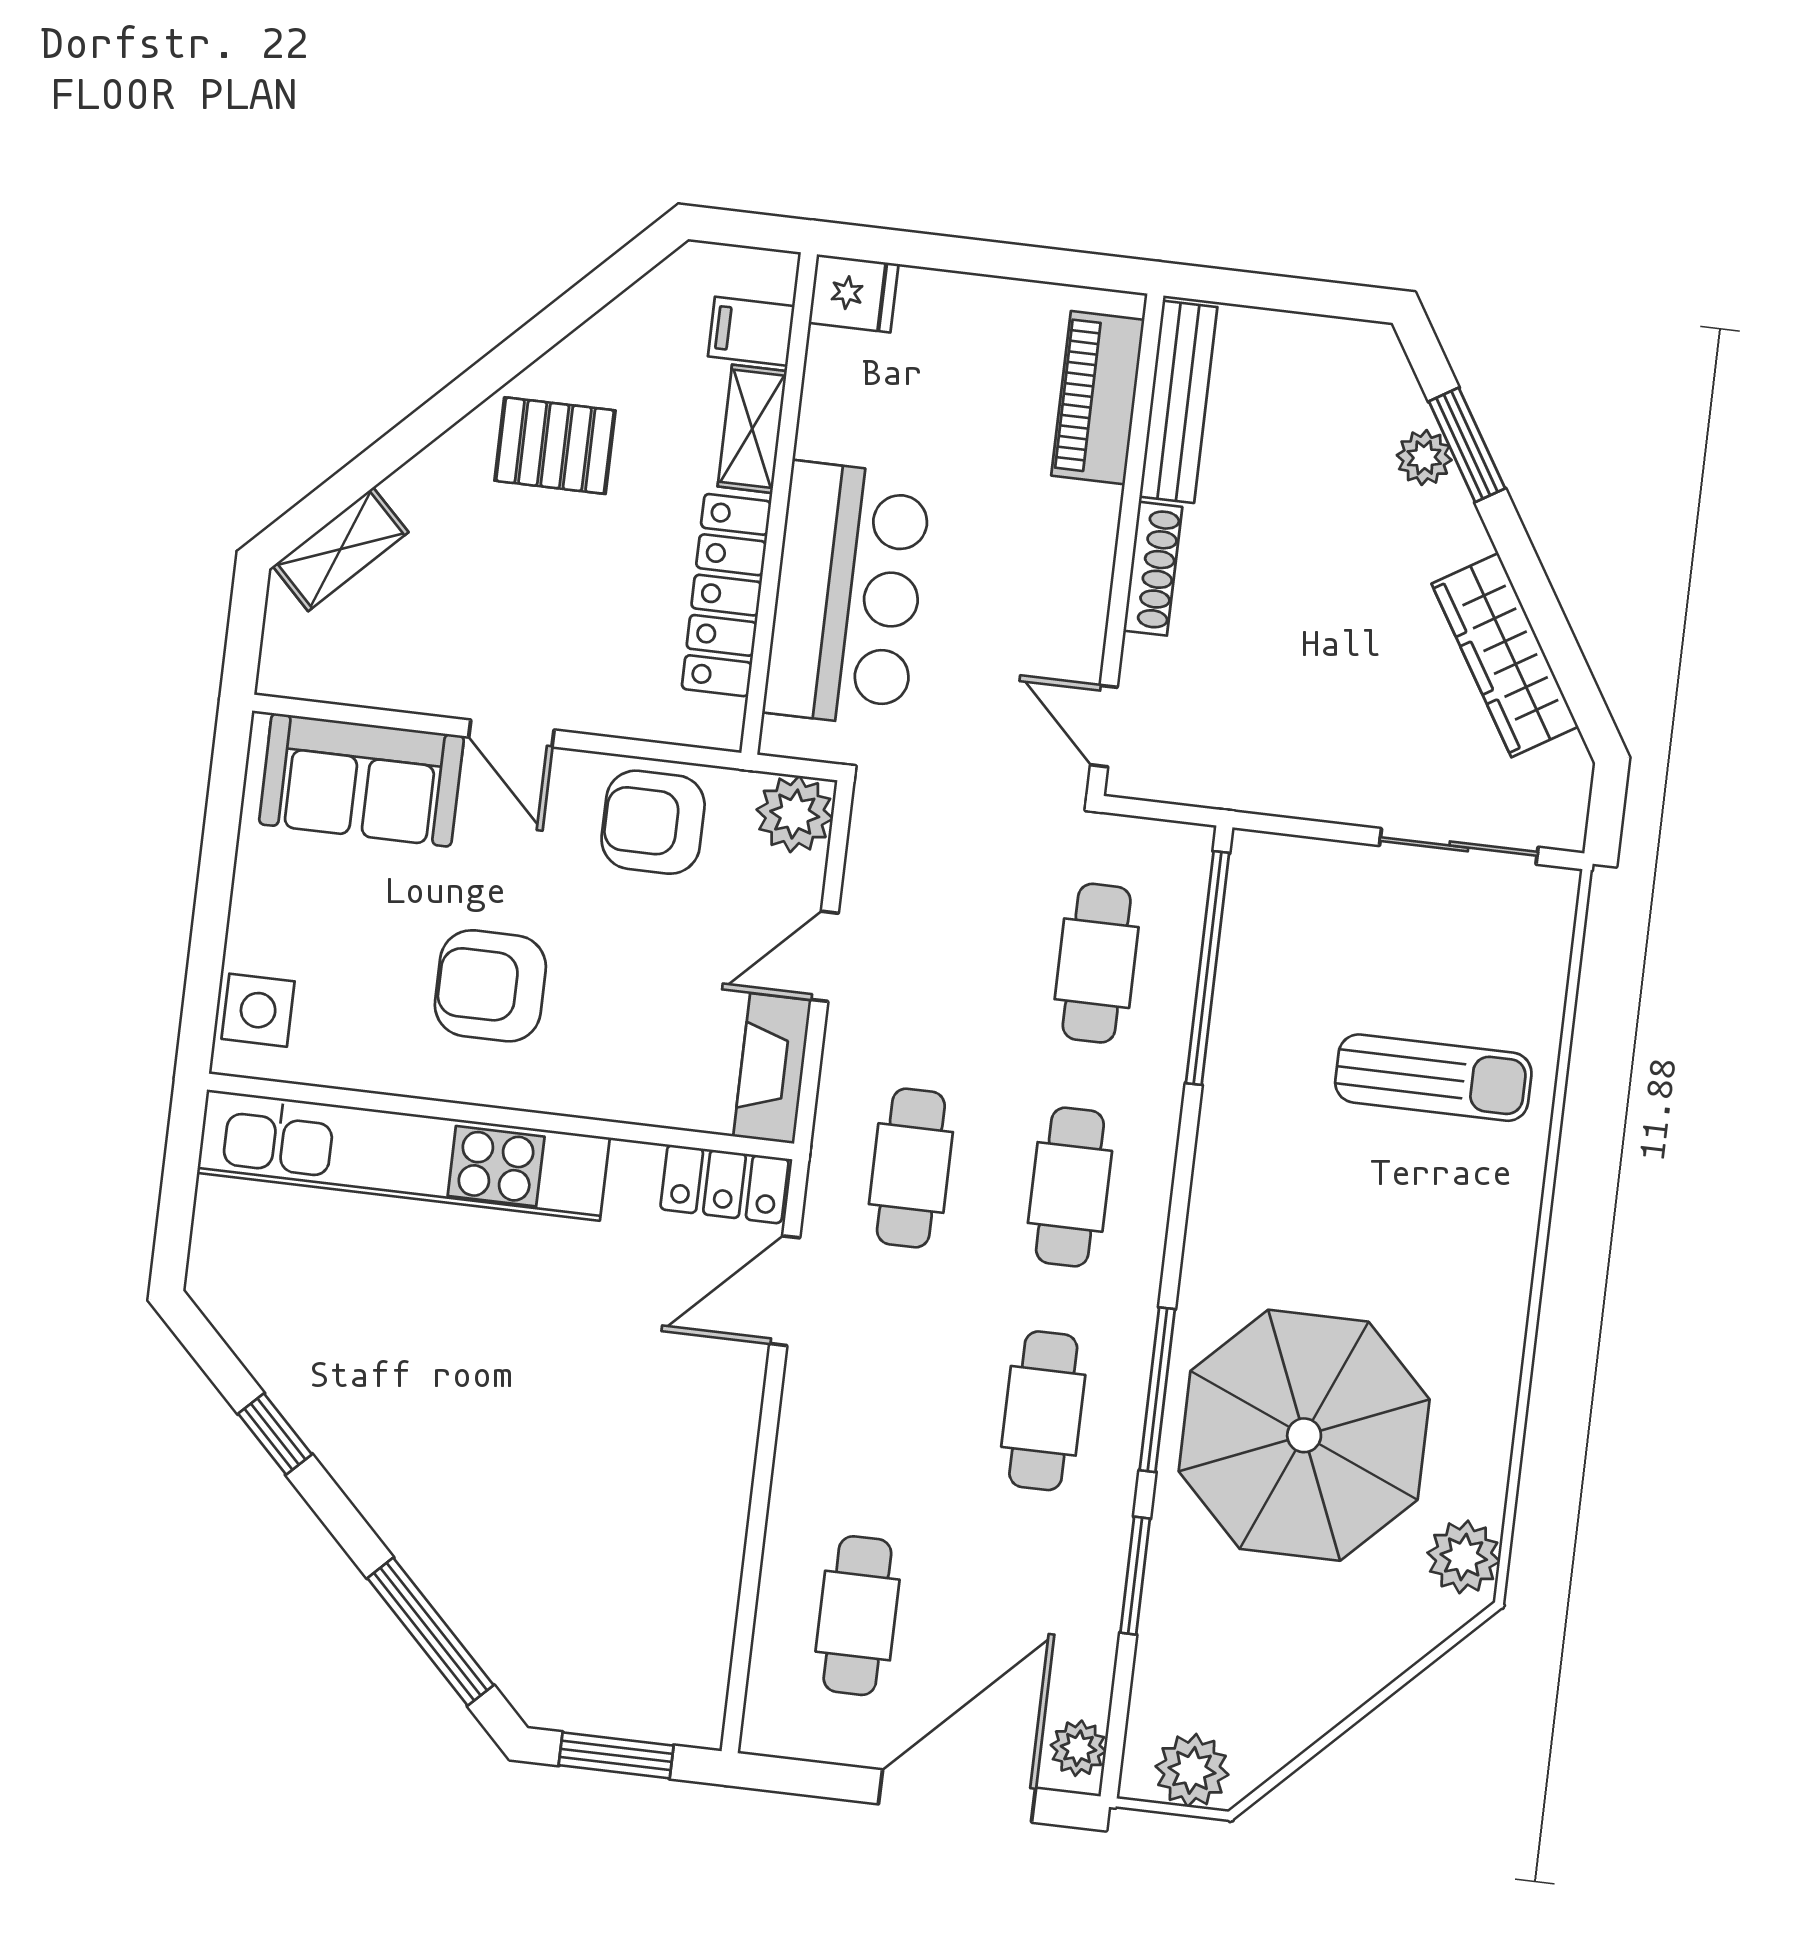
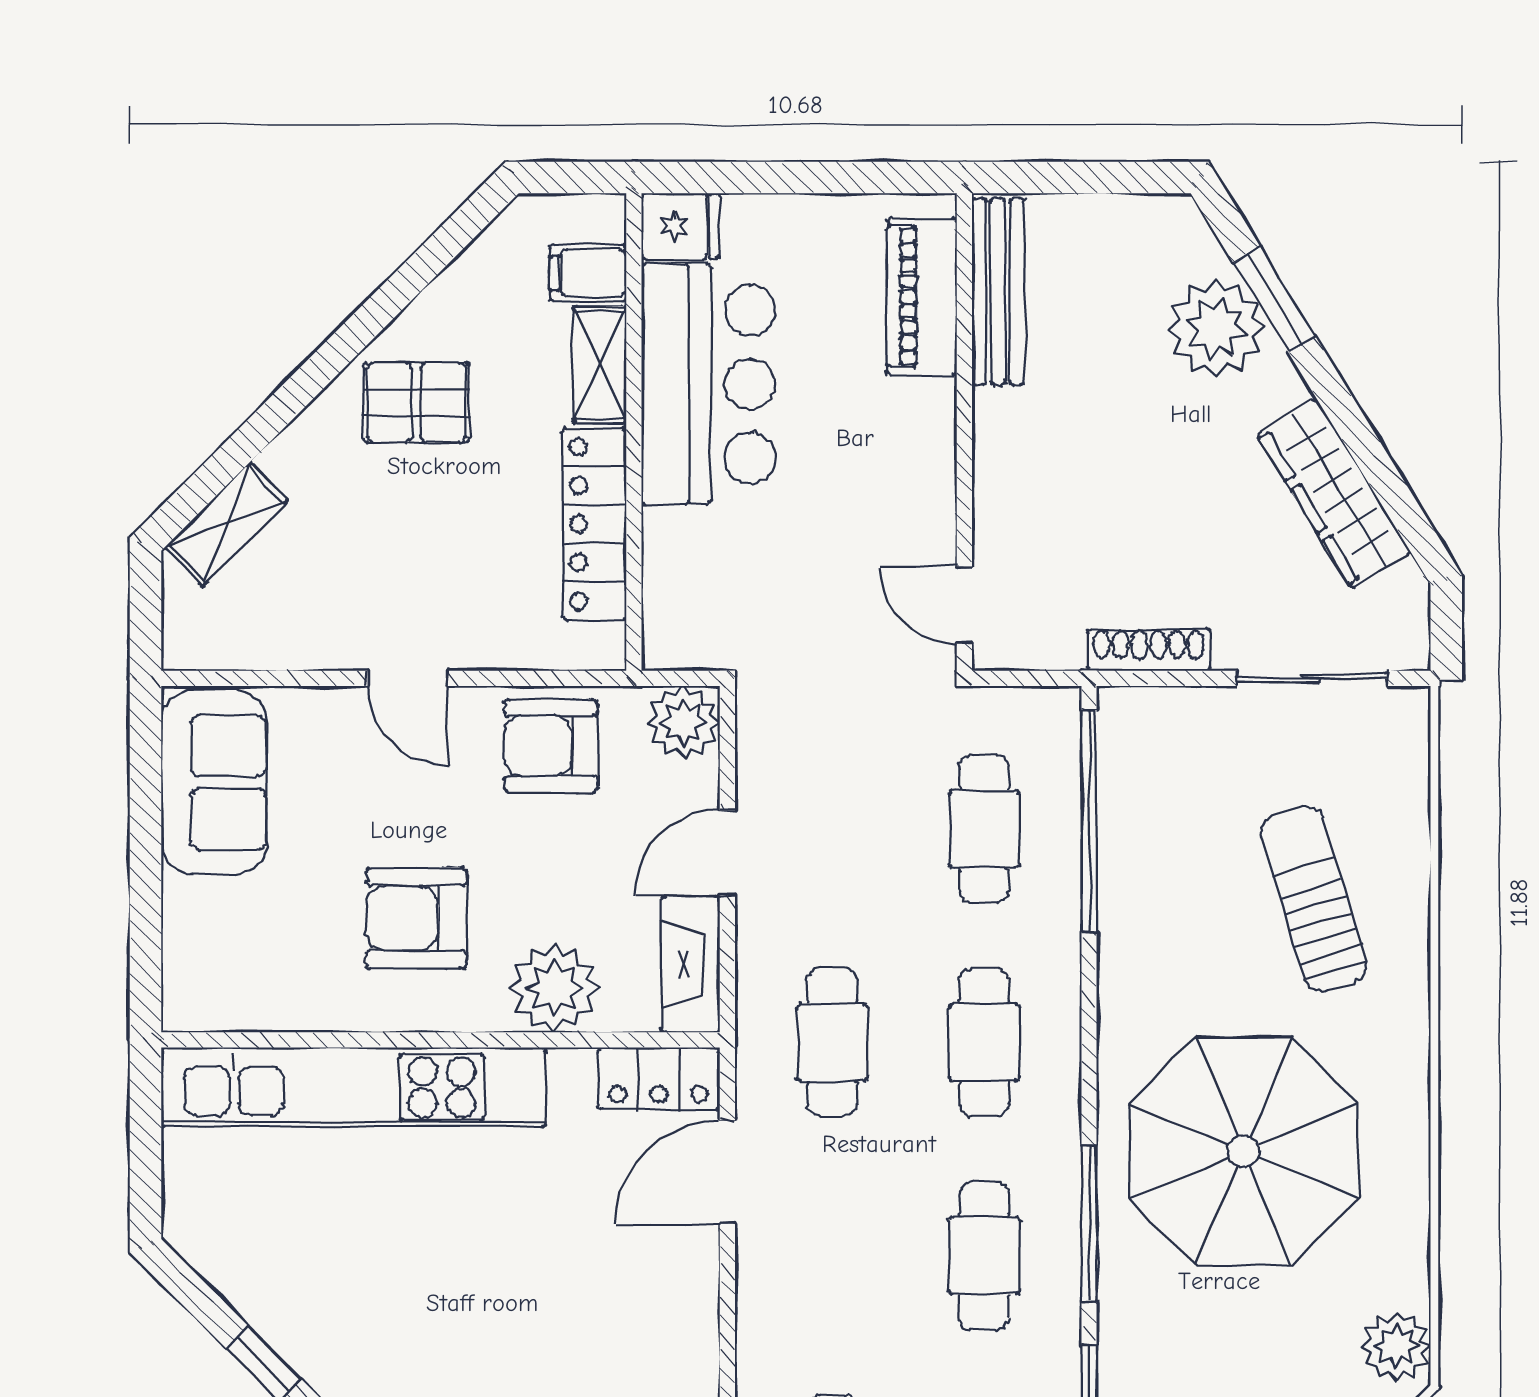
plant: (1424, 458) -> (1216, 328), width x1.88, depth x1.88
shoe rack: (1153, 569) -> (1149, 650), moved, turned -90
bar counter: (847, 594) -> (708, 384), moved
sofa: (361, 780) -> (214, 783), moved, turned -90
side table: (258, 1010) -> (200, 967), removed
plant: (626, 1077) -> (554, 988), added
sun lounger: (1433, 1078) -> (1314, 899), turned -107
parasol: (1304, 1435) -> (1243, 1151), moved

